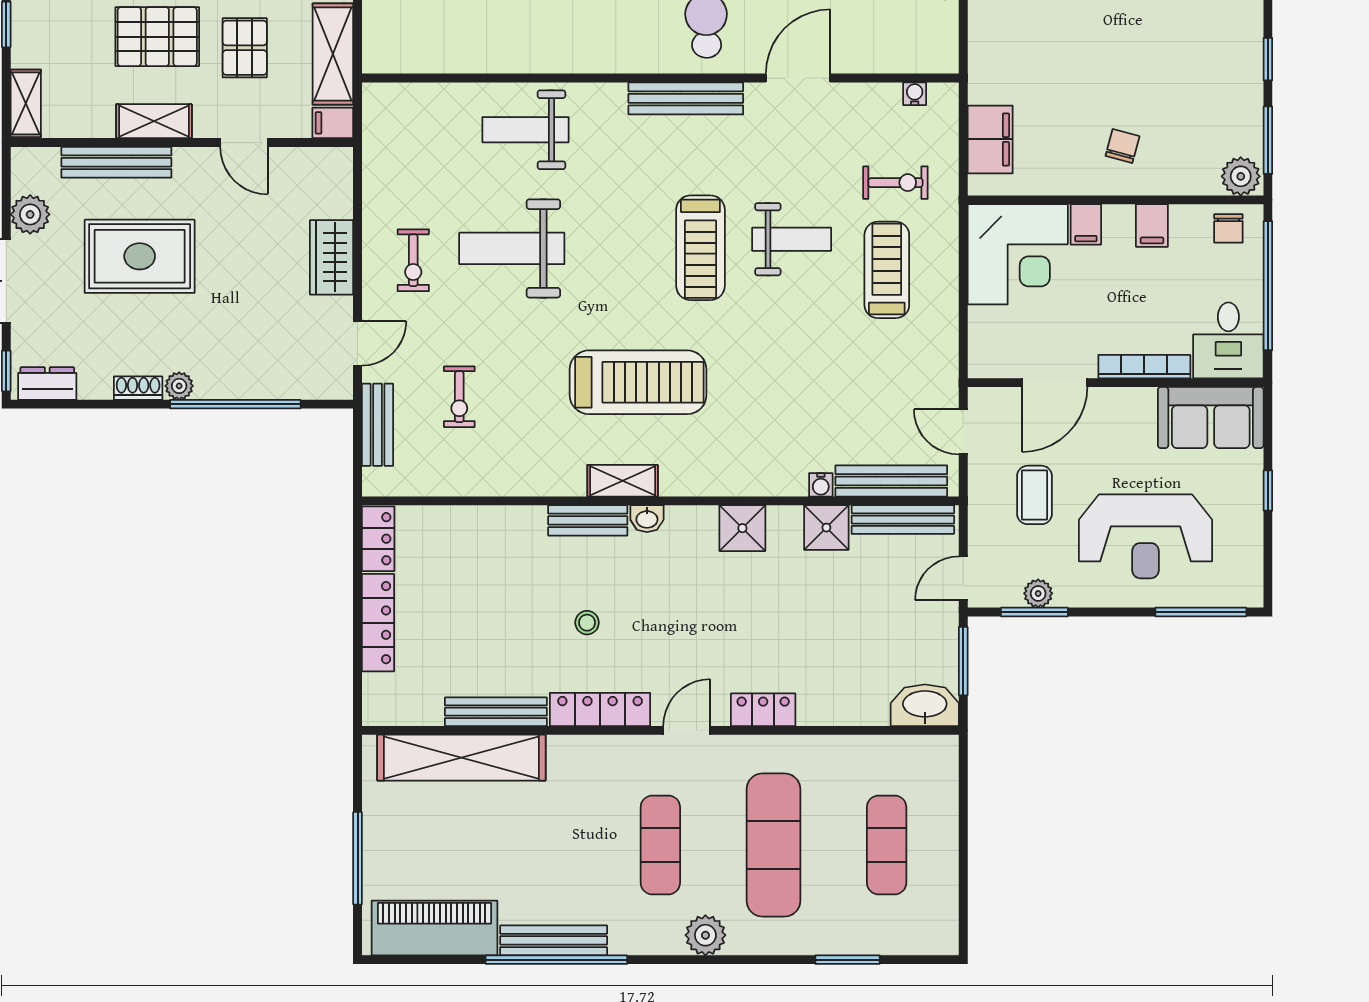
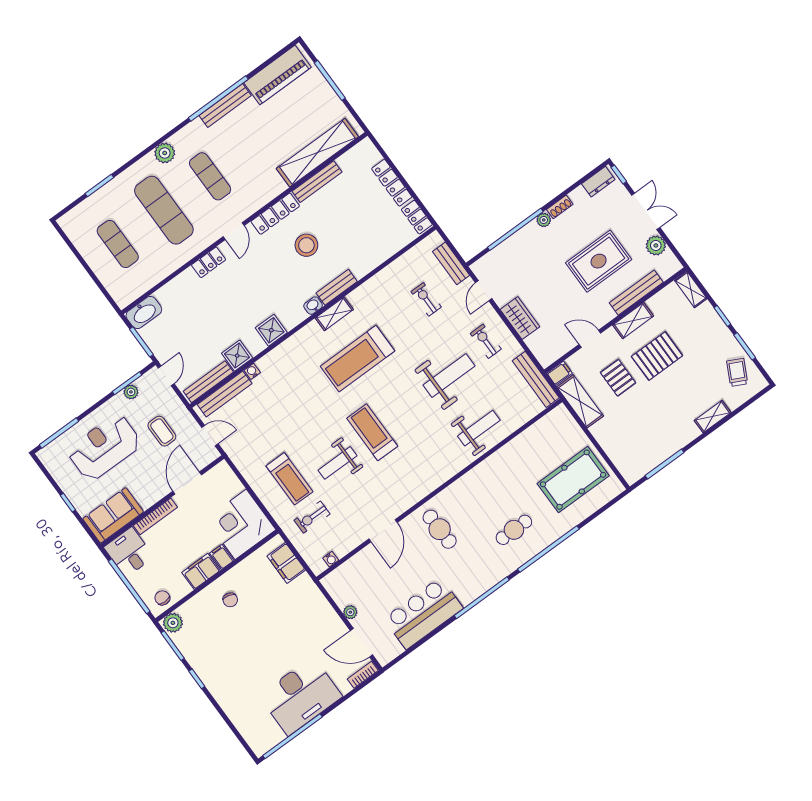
bench: (686, 98) -> (536, 379), moved, turned 90
filing cabinet: (1152, 226) -> (201, 571), width x2.00
stool: (587, 623) -> (306, 245), width x1.89, depth x1.89

